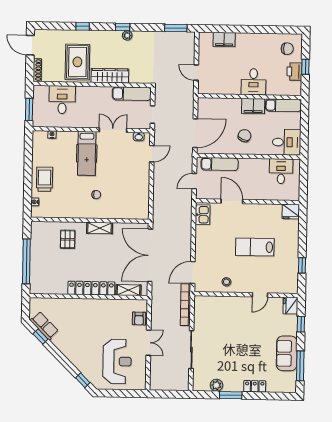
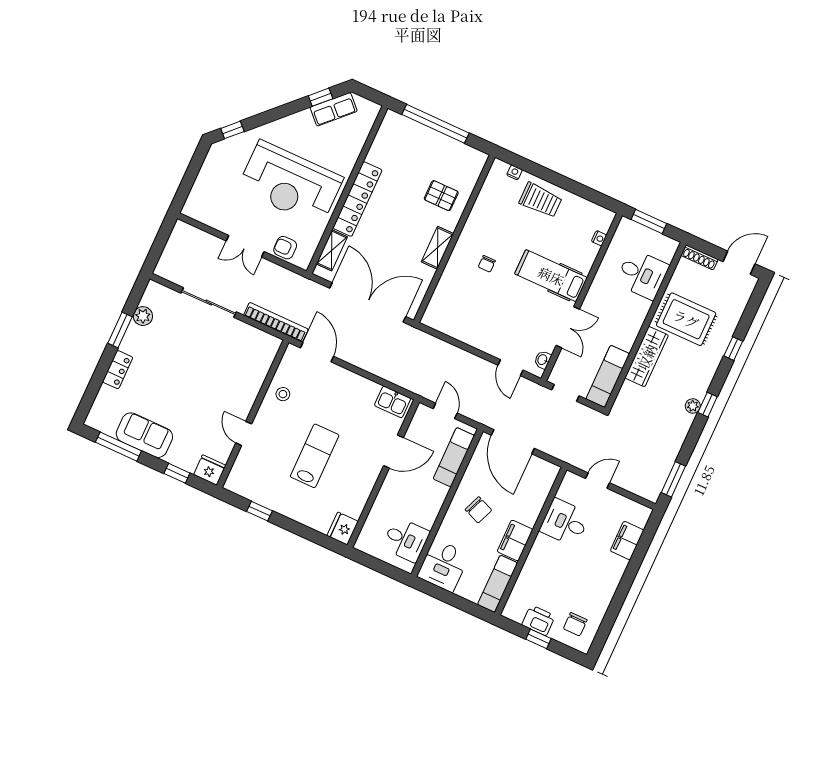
desk: (253, 82) -> (565, 522), moved
reception desk: (117, 361) -> (290, 183), moved, width x1.36, depth x1.30

